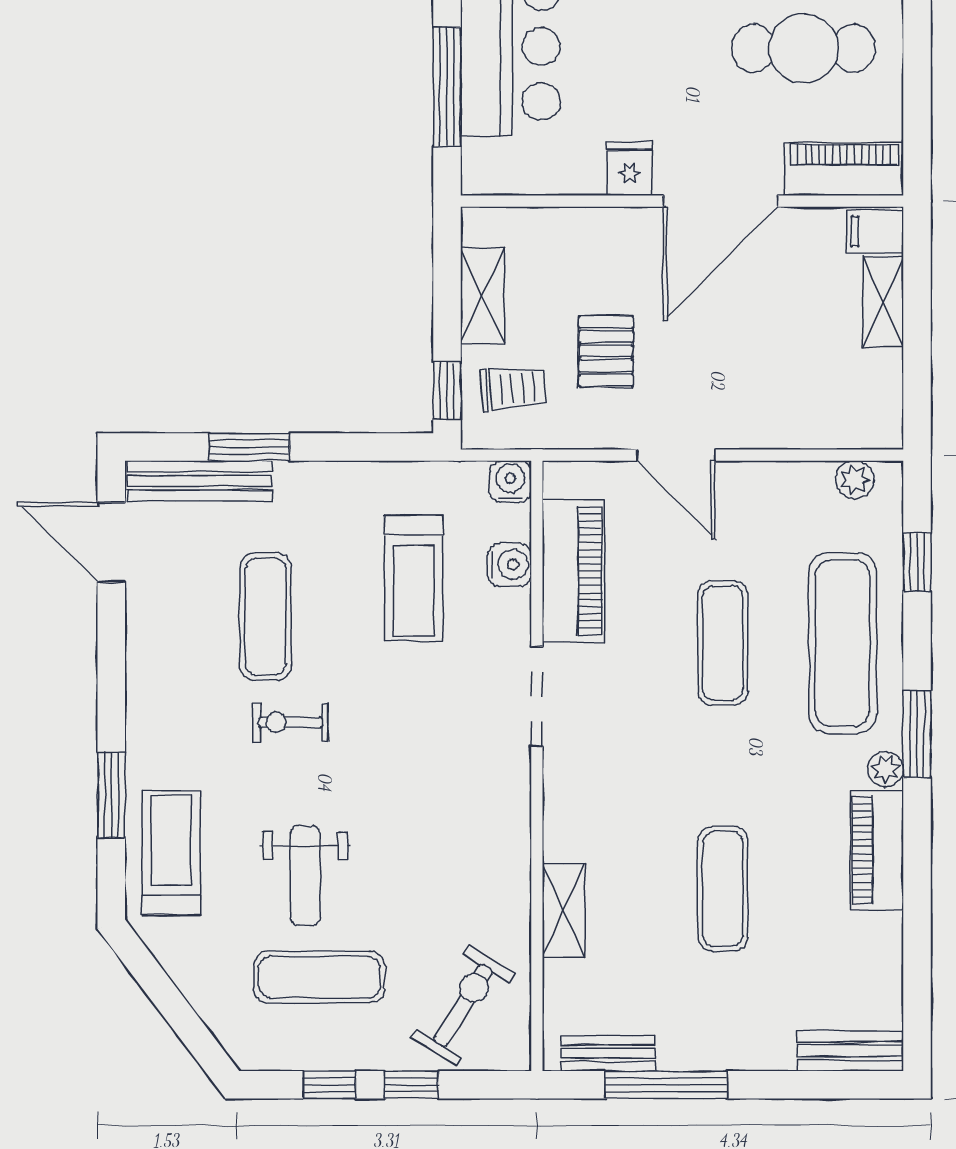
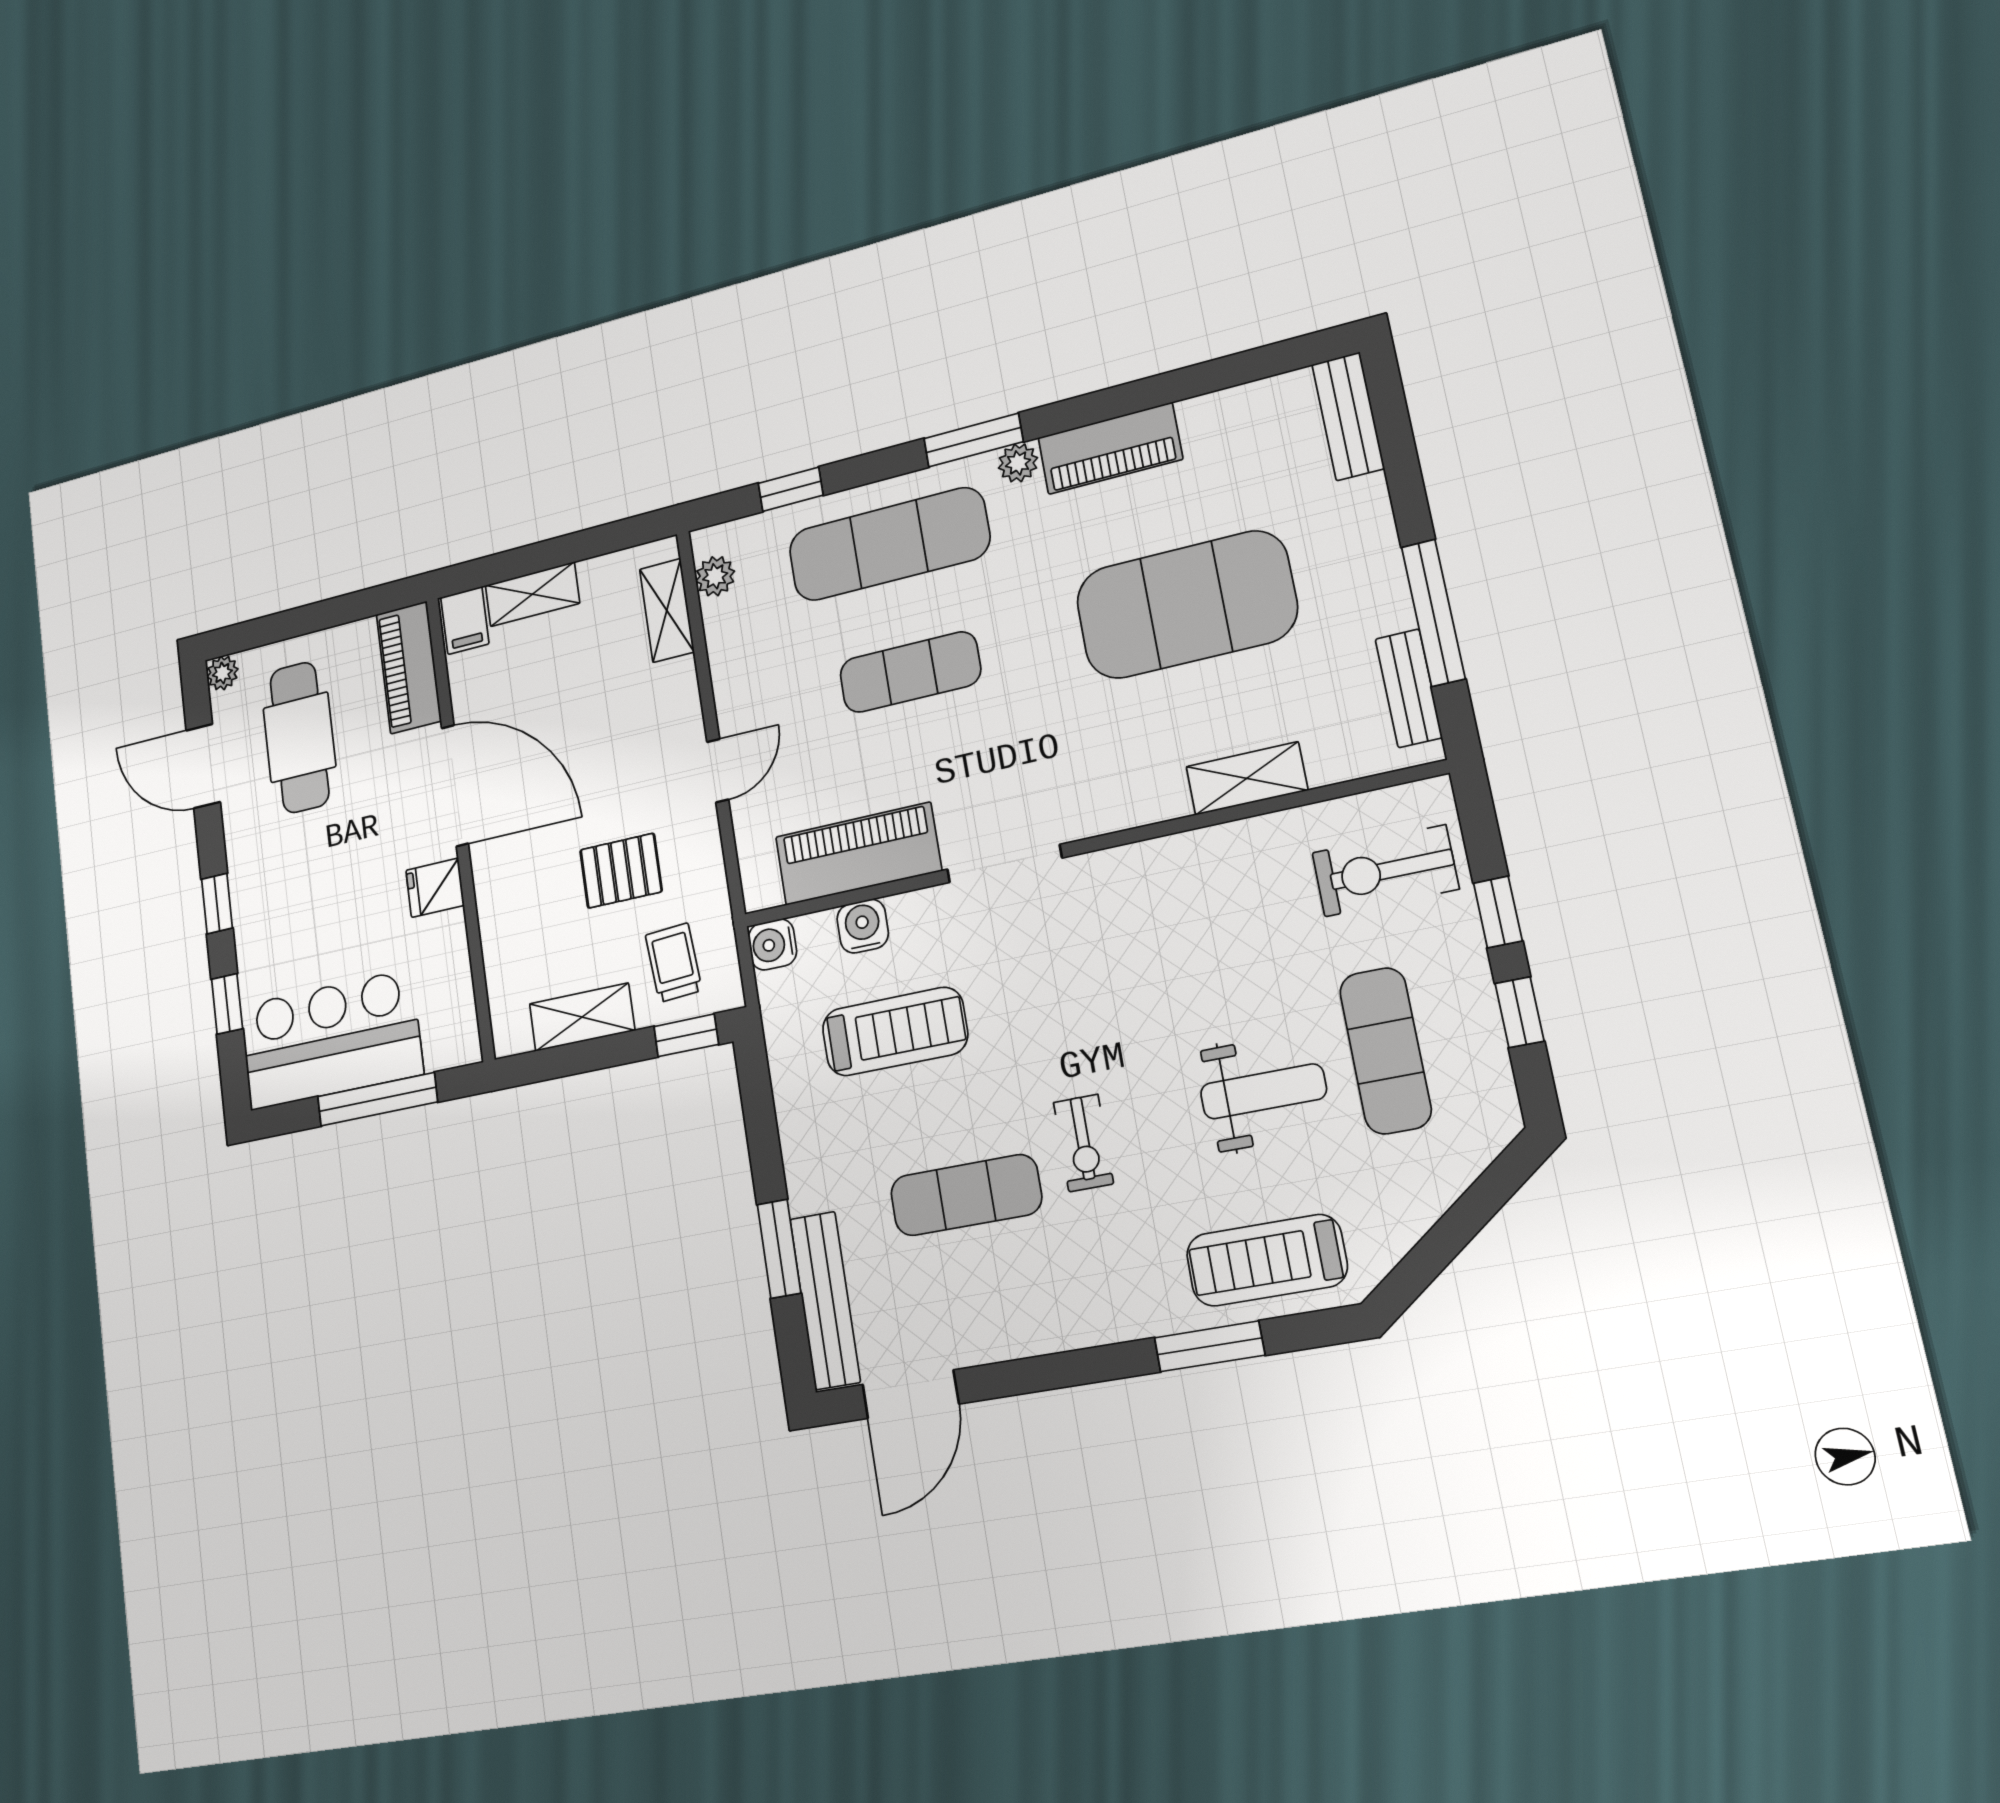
shelving: (835, 429) -> (667, 610), added
door: (676, 455) -> (718, 771), width x0.73
exercise mat: (723, 889) -> (1186, 605), width x2.00, depth x1.45
exercise bike: (463, 1005) -> (1385, 871), turned -32

